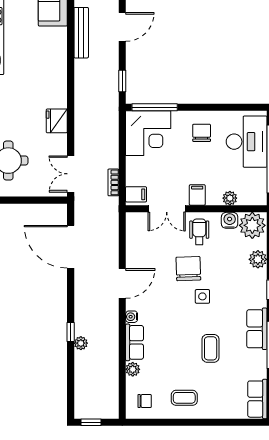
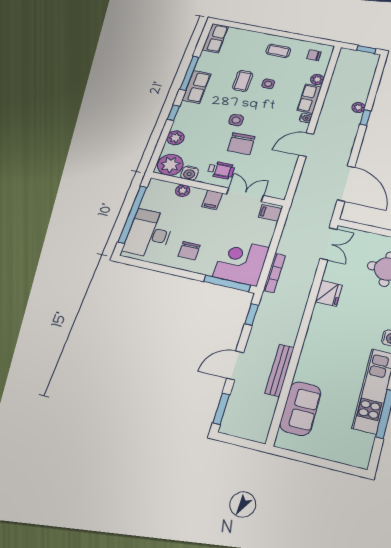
bookcase: (113, 182) -> (274, 273), moved, width x1.56
wheelchair: (199, 232) -> (221, 170), turned -91
side table: (183, 351) -> (268, 84), added

